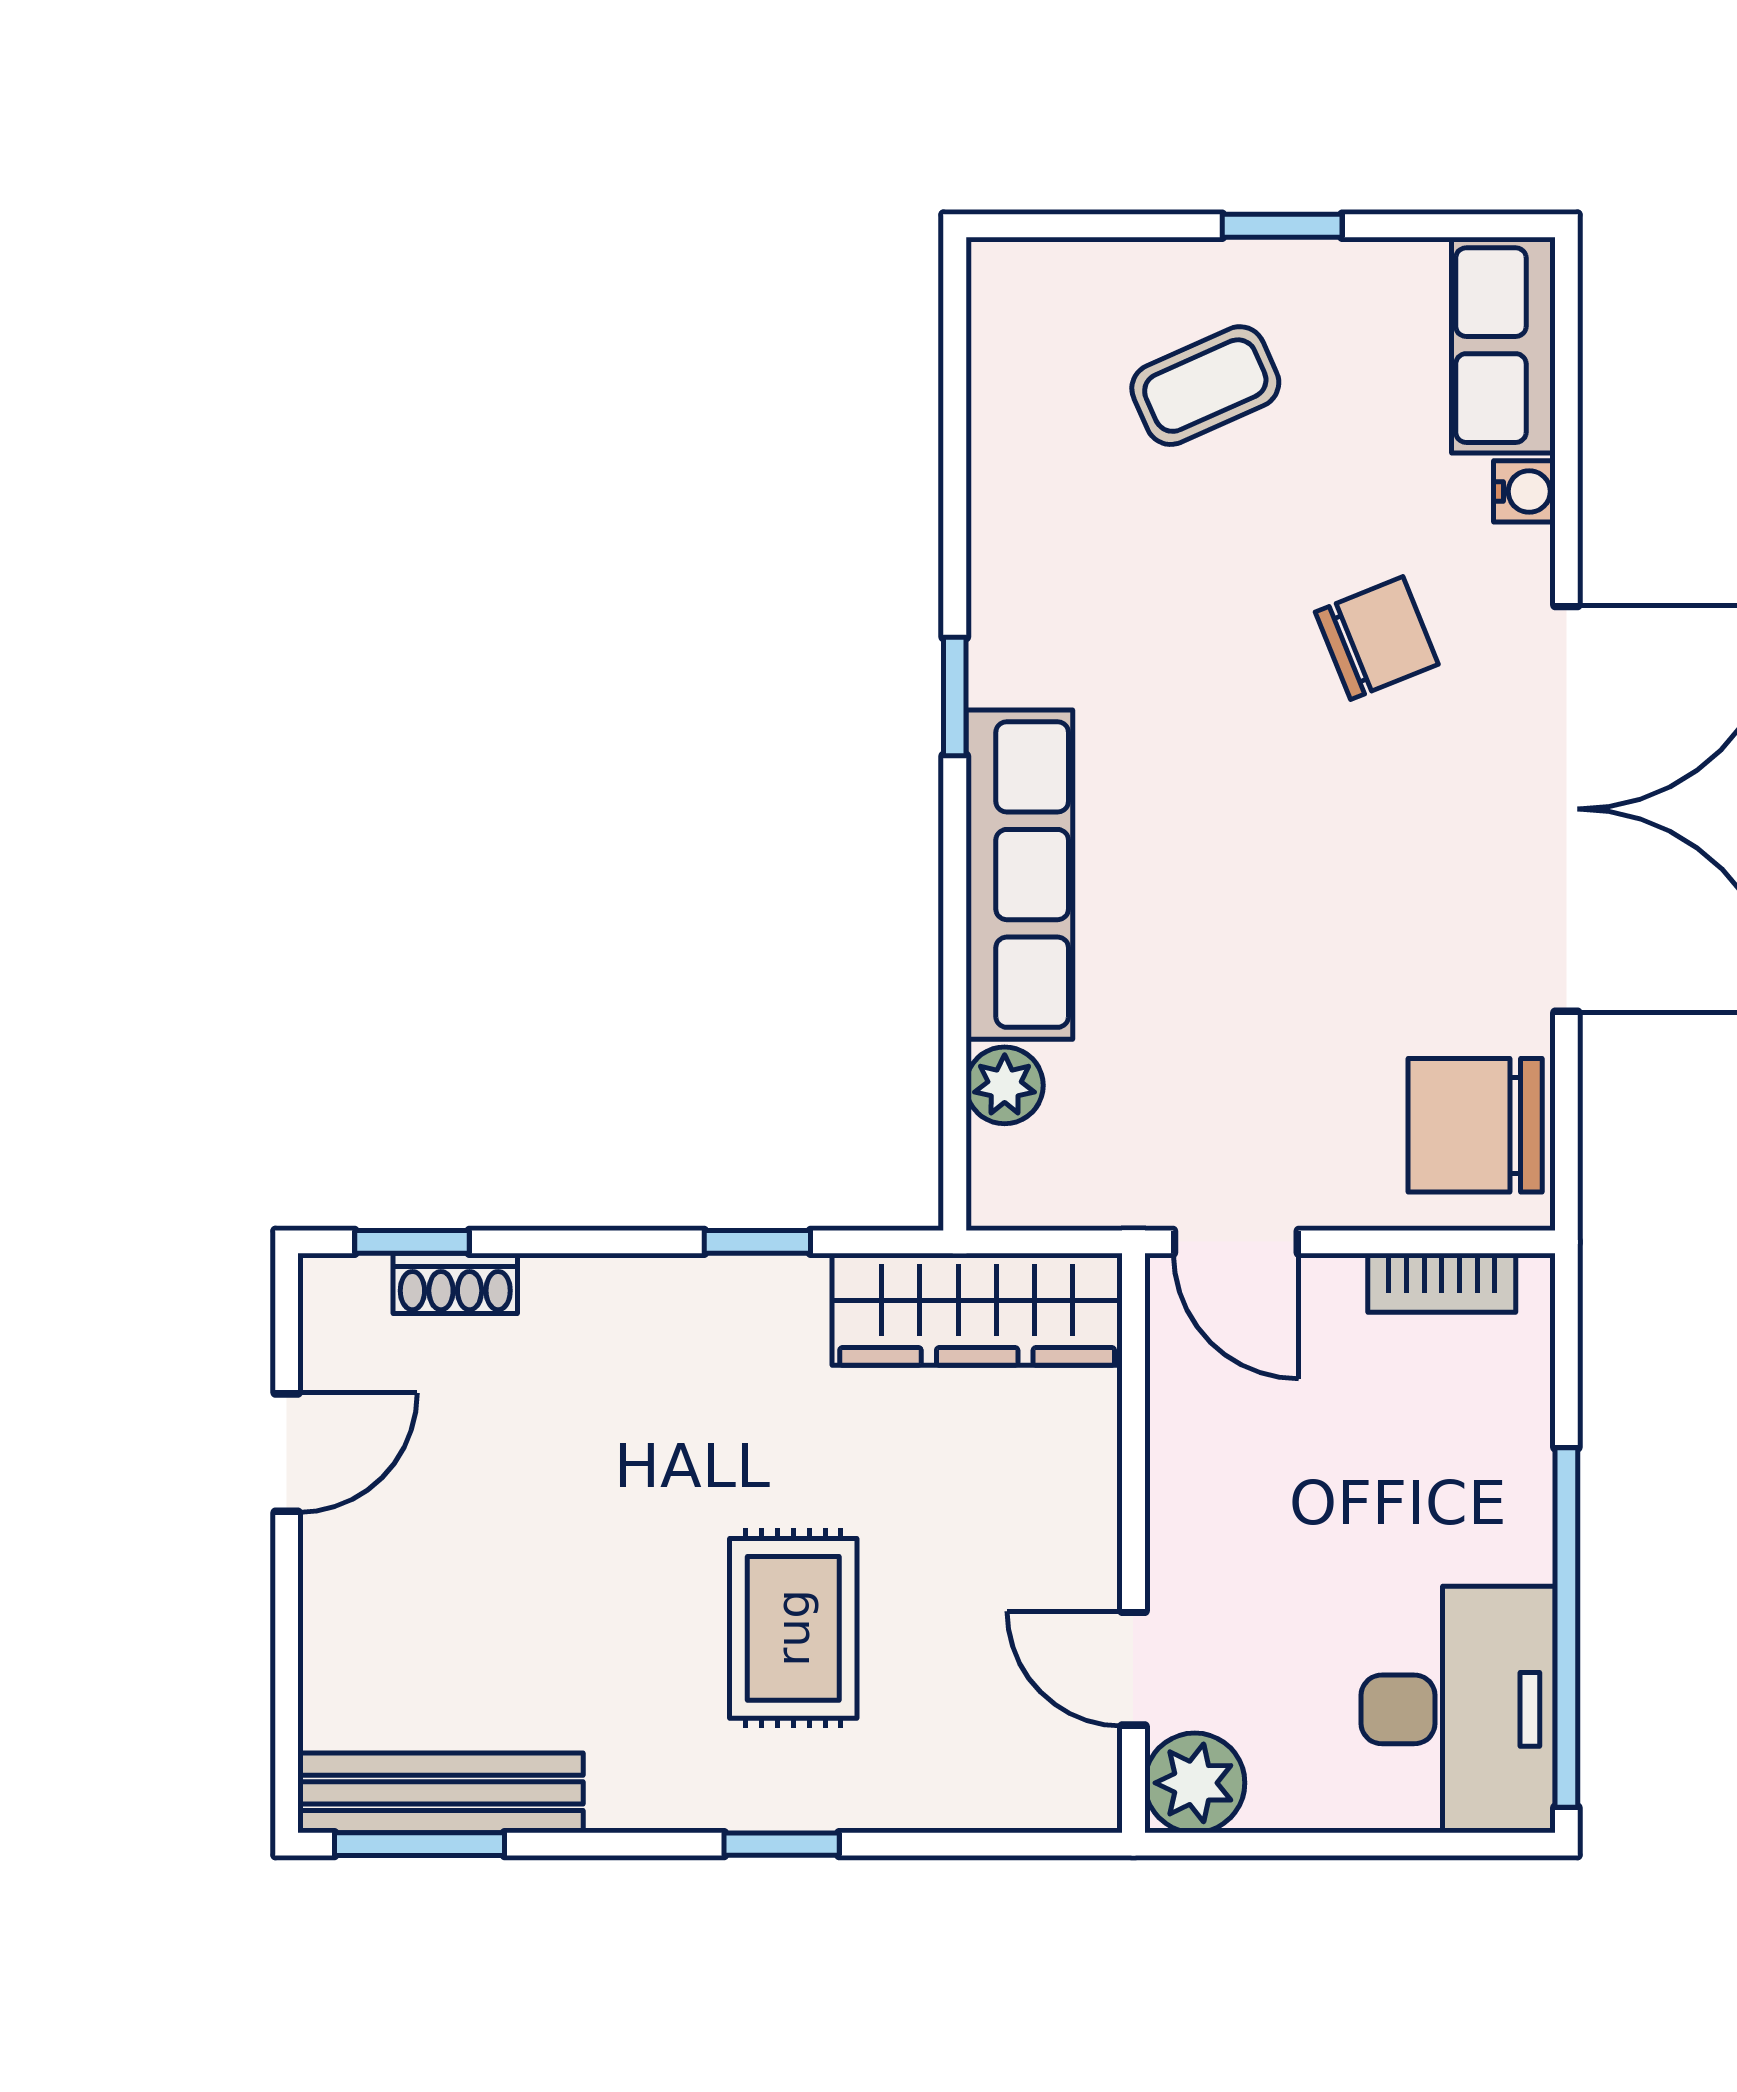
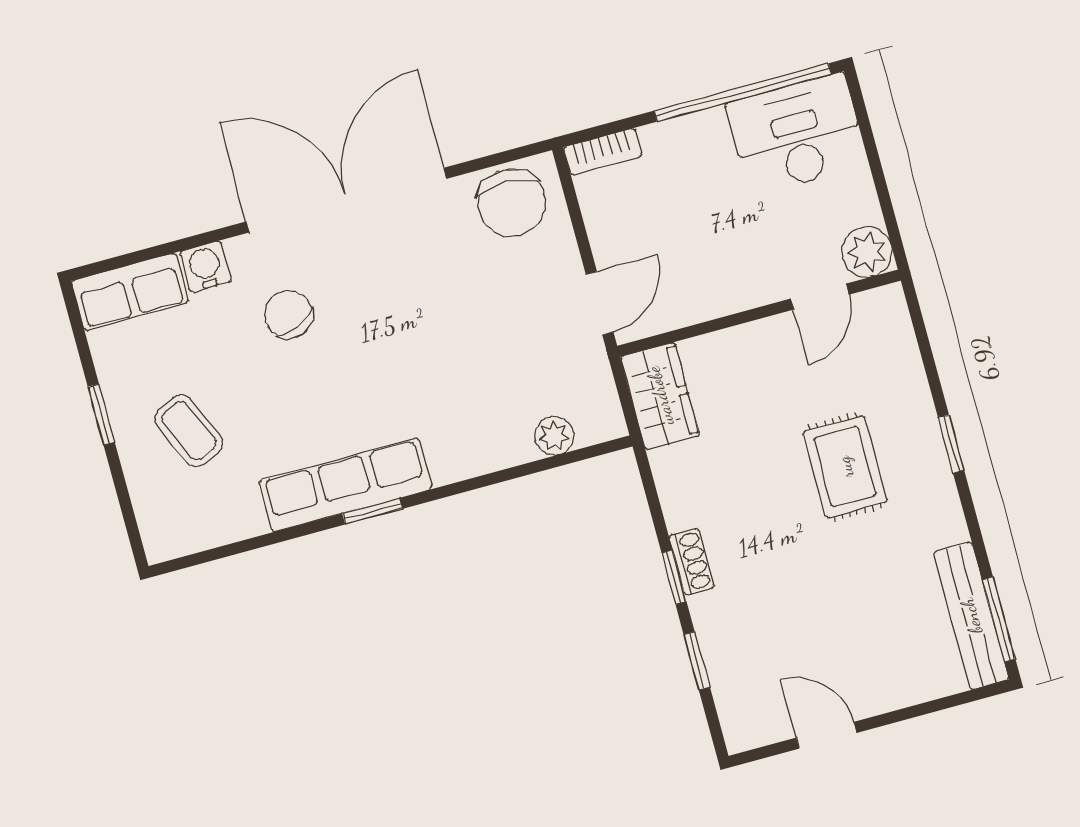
water cooler: (1524, 491) -> (205, 266), width x1.38, depth x1.38
row of seats: (1019, 875) -> (345, 485), moved
window: (412, 1242) -> (697, 661), moved
window: (757, 1242) -> (674, 577), moved
shoe rack: (455, 1283) -> (691, 562), moved
bookcase: (1442, 1283) -> (603, 152), moved, turned 90
wardrobe: (977, 1309) -> (660, 396), width x0.67
rug: (793, 1628) -> (845, 467), turned 90

